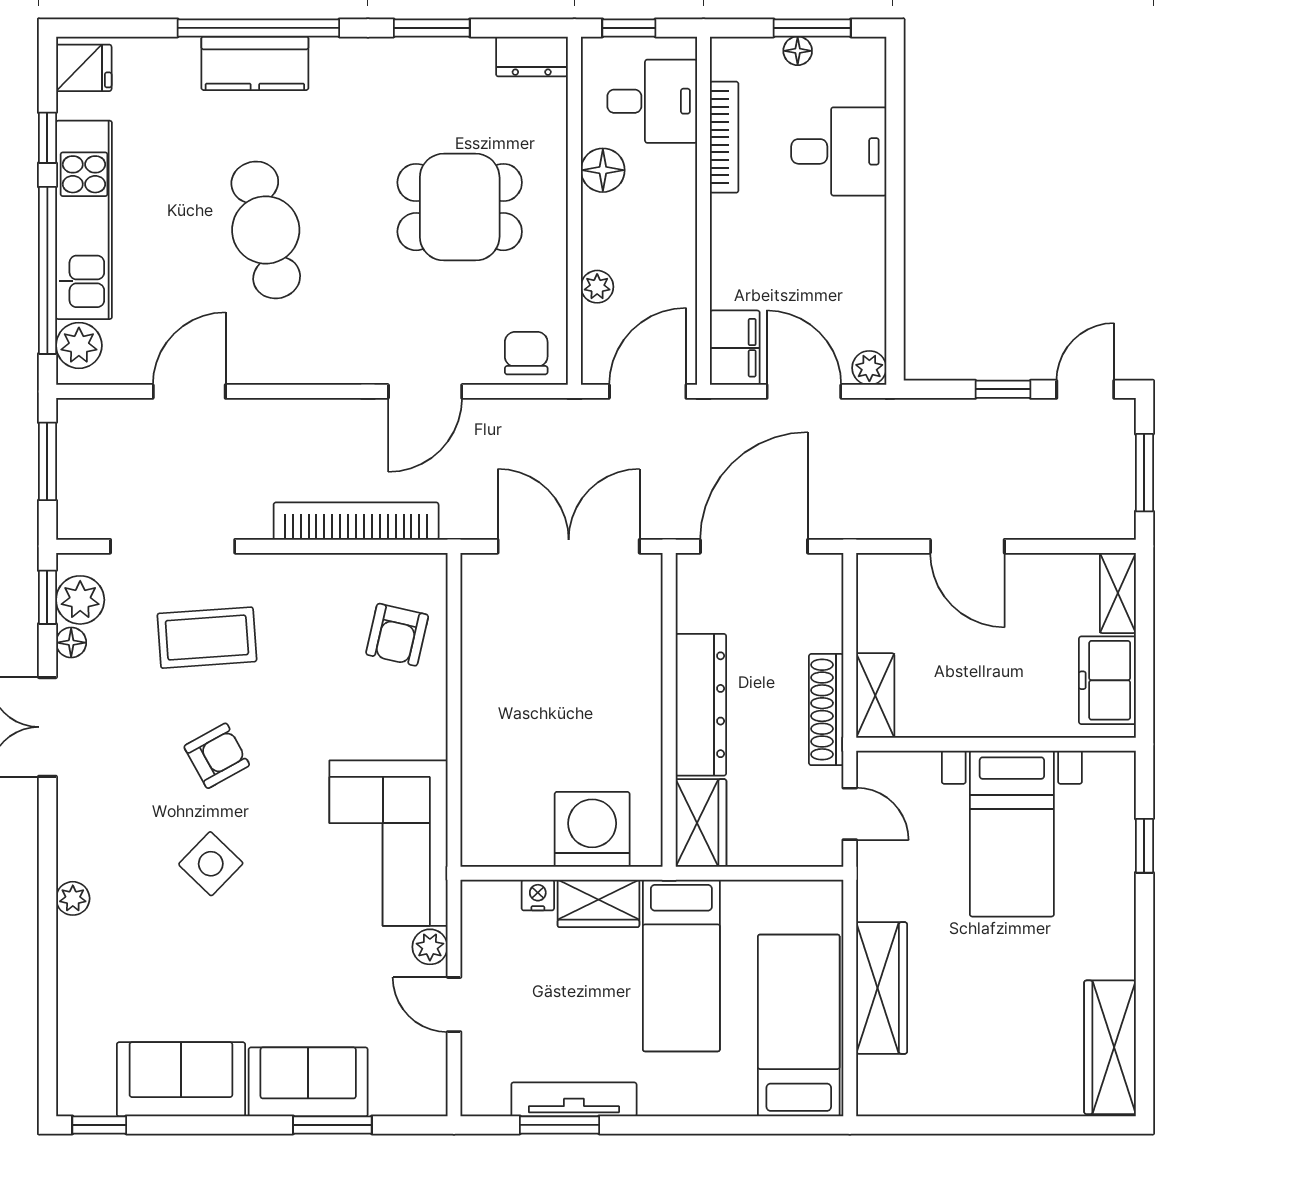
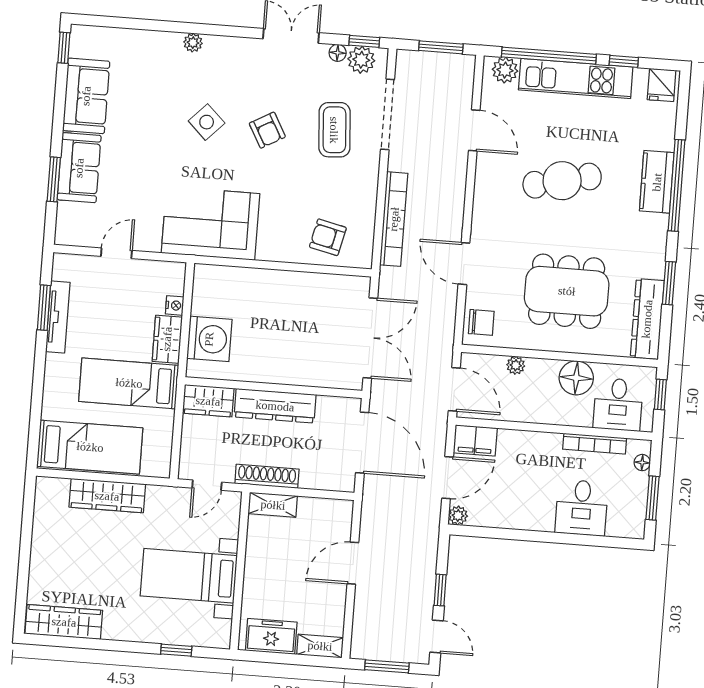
floor lamp: (798, 51) -> (642, 463), moved
dresser: (532, 57) -> (647, 319), width x1.96, depth x1.24
floor lamp: (603, 170) -> (576, 378), width x1.38, depth x1.38
dining table: (460, 207) -> (567, 291), width x1.38
plant: (430, 947) -> (150, 242), removed

